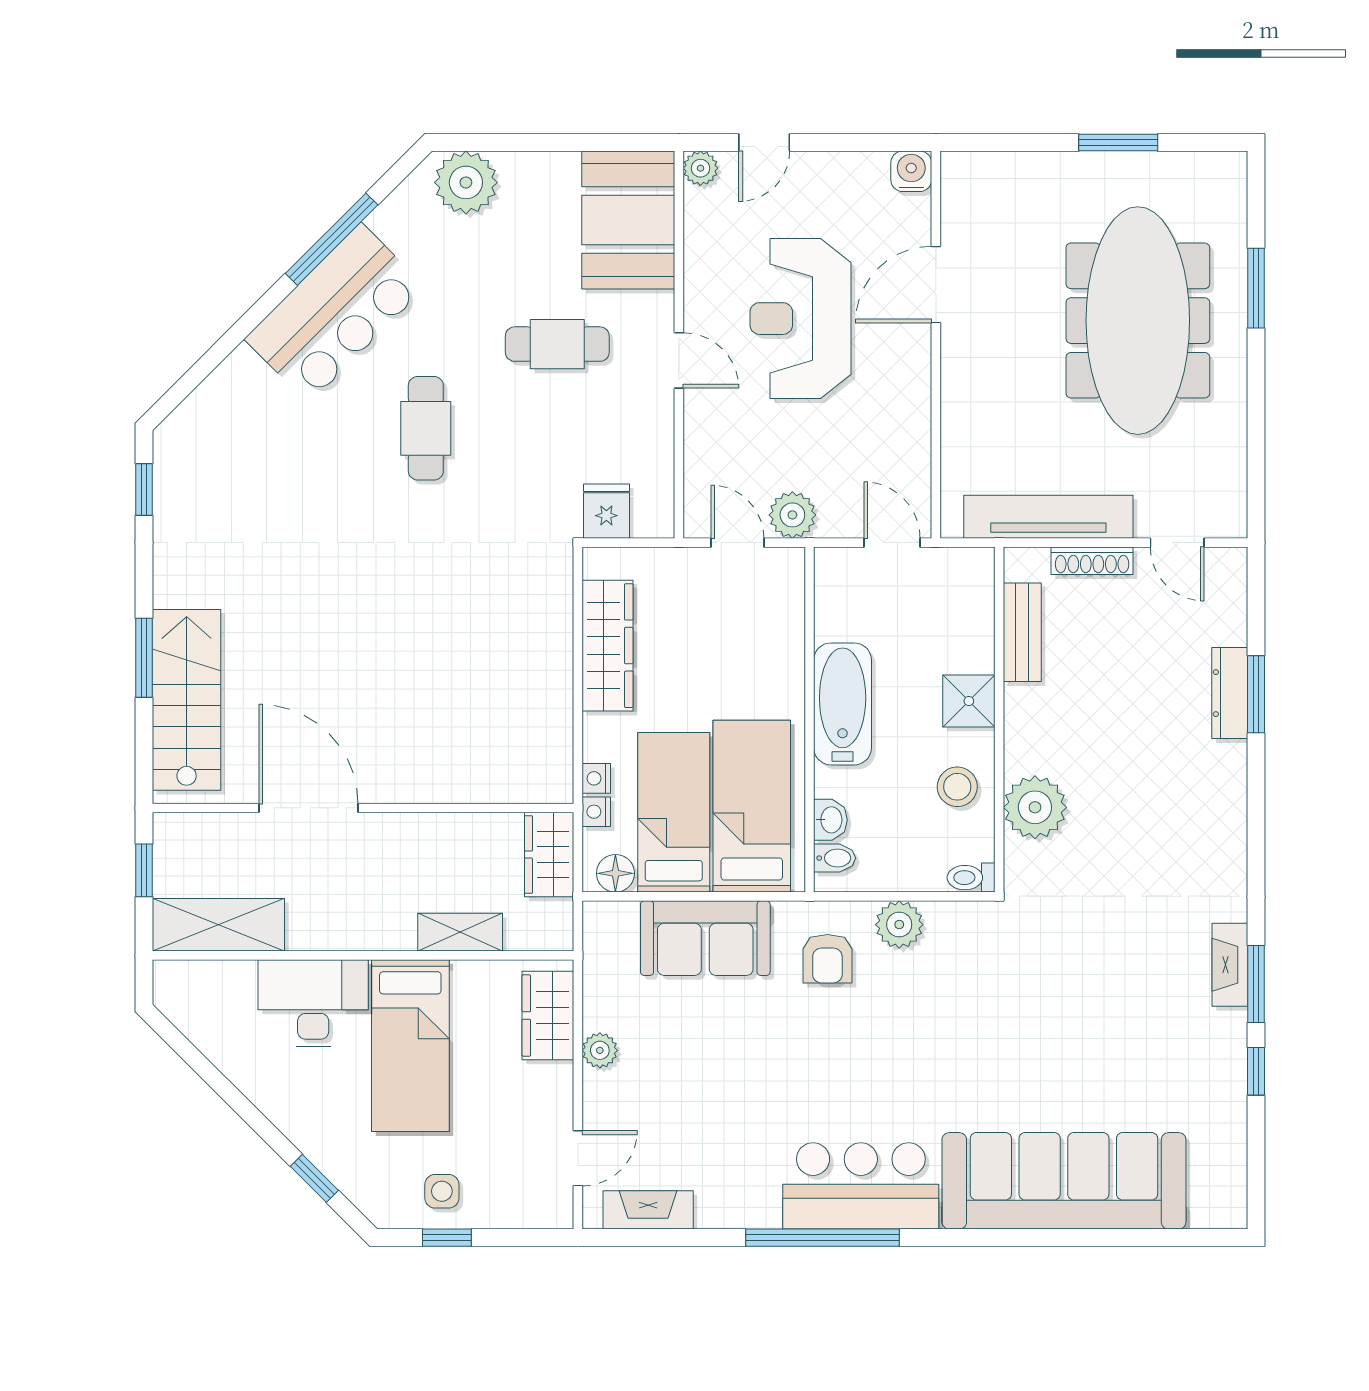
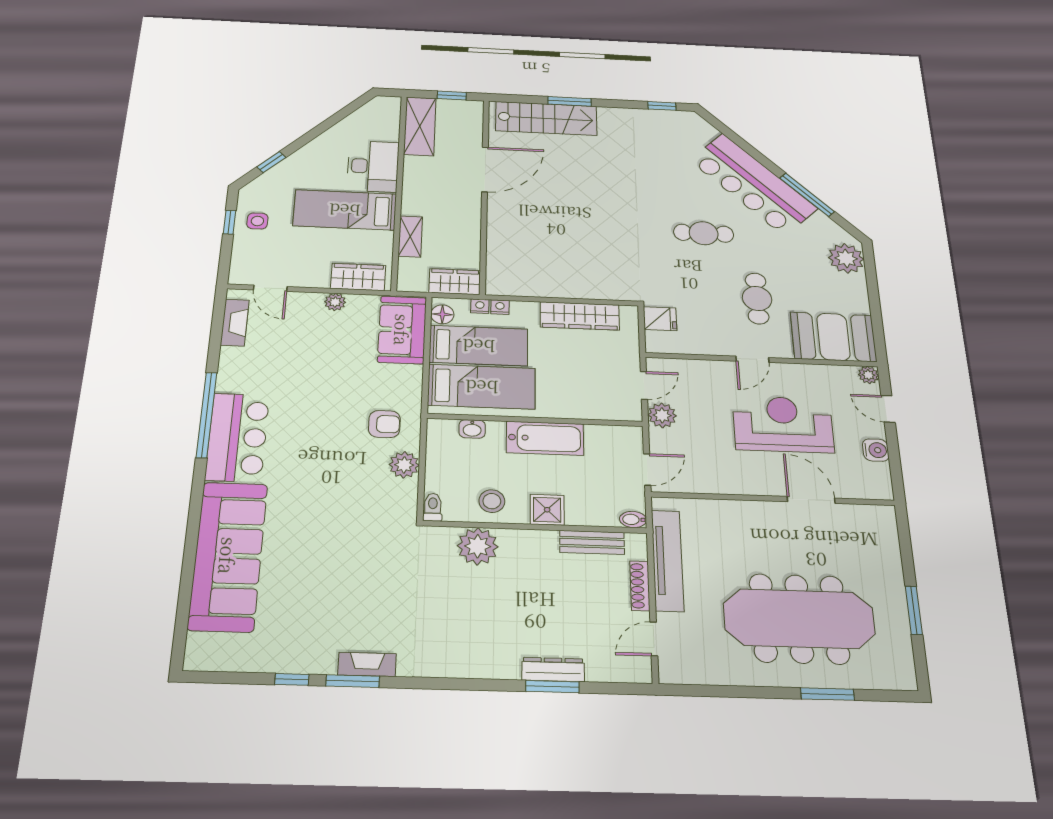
water cooler: (911, 171) -> (876, 450), moved
bar counter: (335, 313) -> (753, 184), width x1.36
bidet: (835, 858) -> (633, 519), moved, turned 90
sofa: (705, 938) -> (402, 330), moved
armchair: (827, 959) -> (384, 424), turned 180

